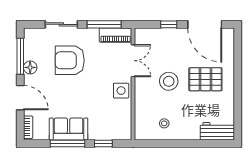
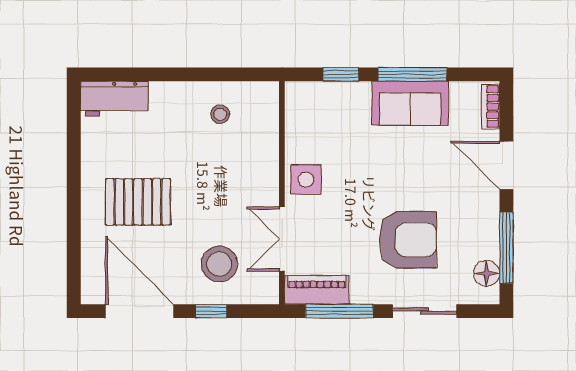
floor lamp: (30, 67) -> (487, 273), moved
stool: (169, 81) -> (219, 264), moved

